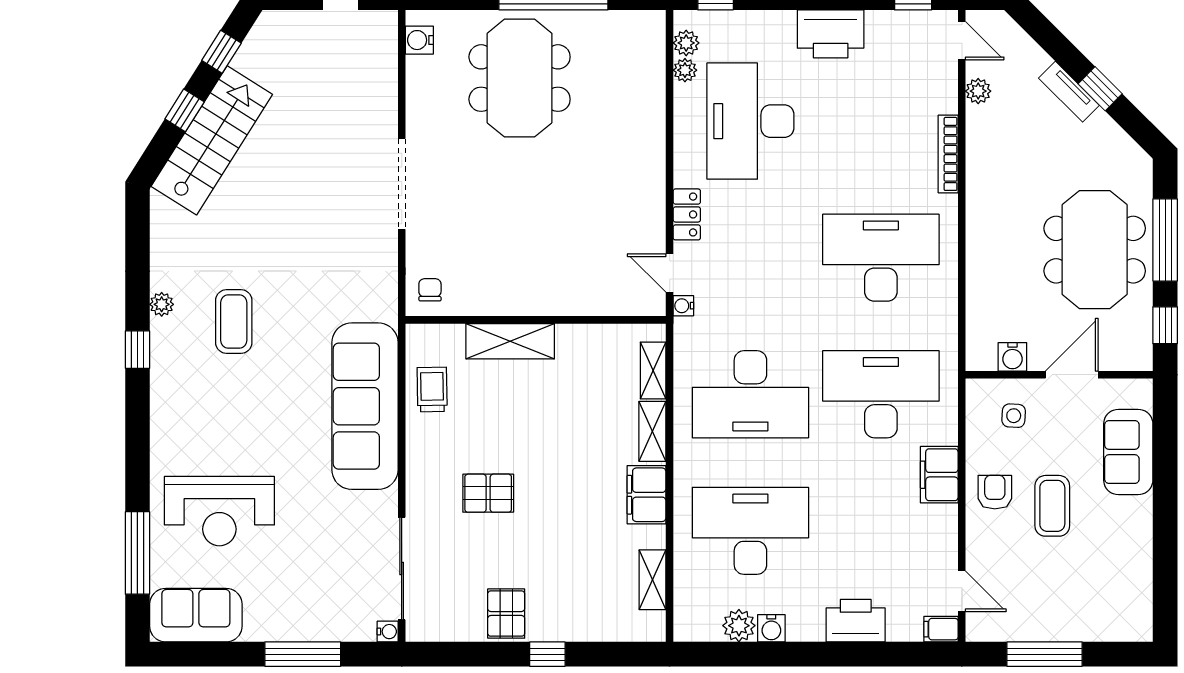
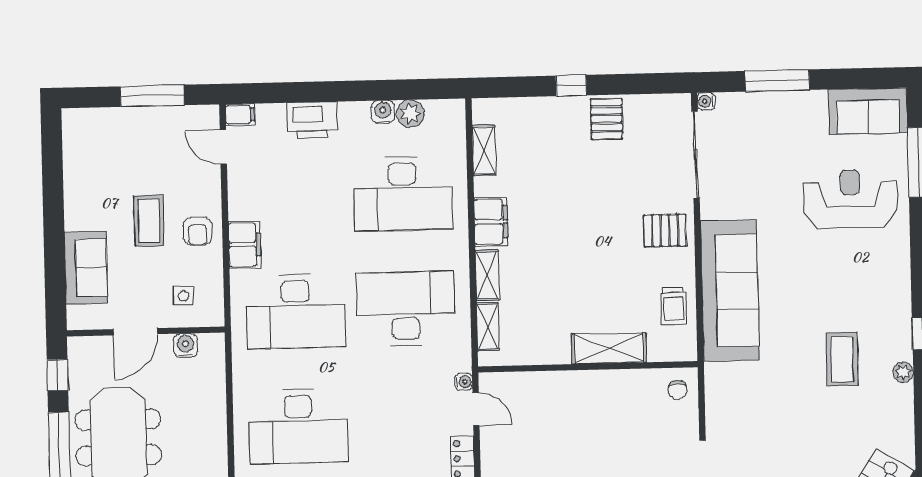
pallet: (488, 493) -> (665, 230), moved

